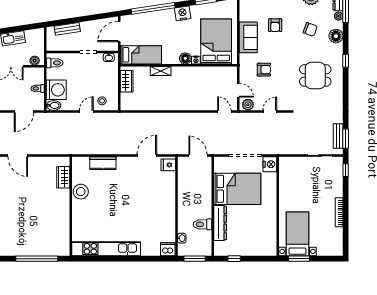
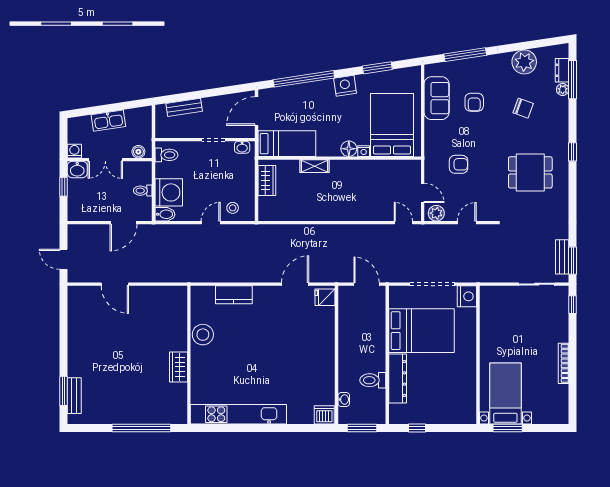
floor lamp: (336, 36) -> (559, 117), removed
sofa: (248, 37) -> (437, 98), moved
wardrobe: (63, 177) -> (179, 367), moved

